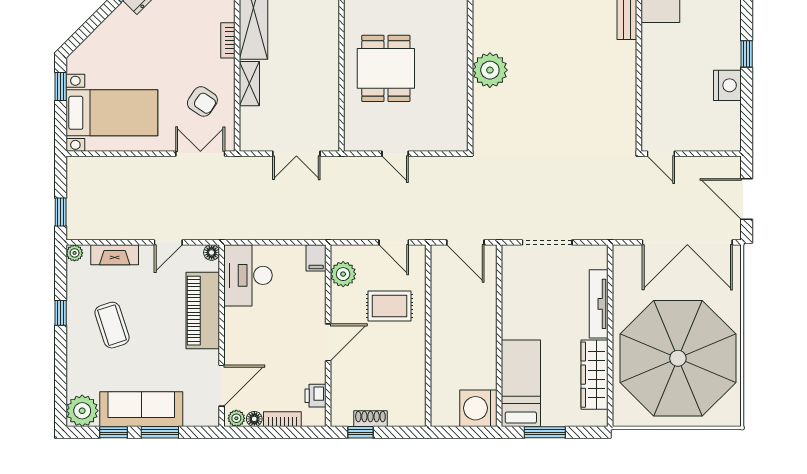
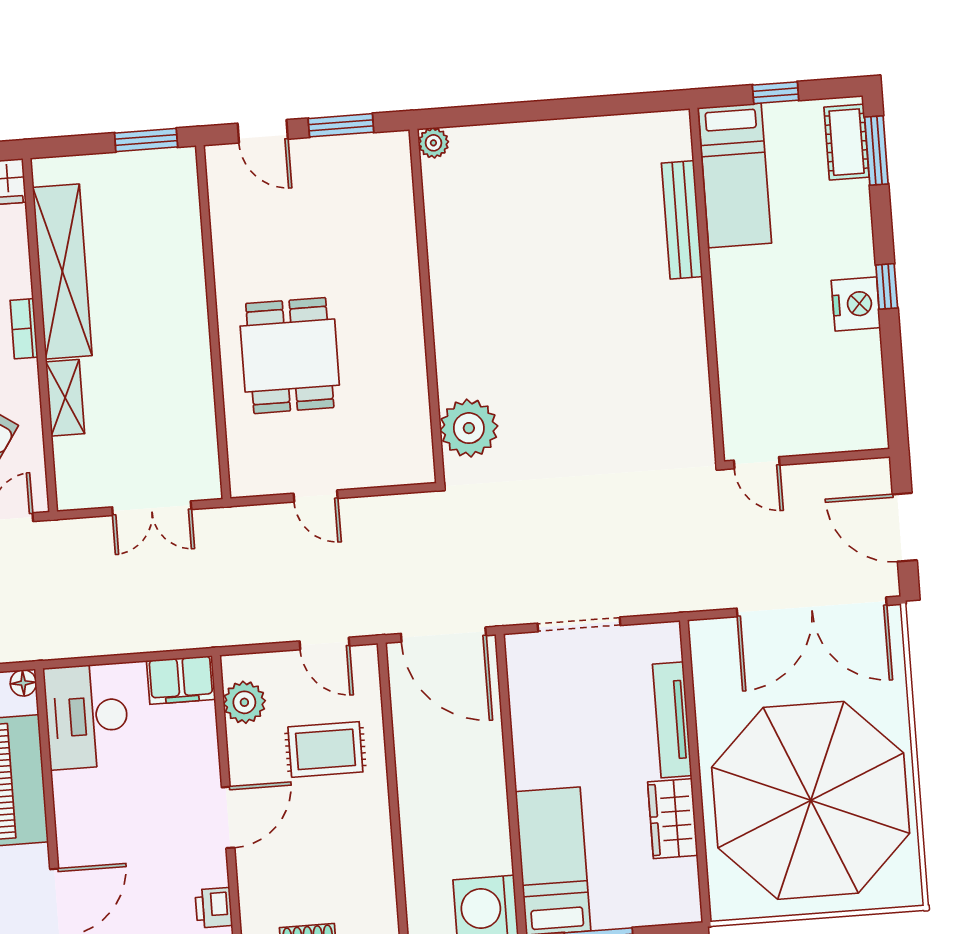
plant: (490, 70) -> (469, 428), moved
nightstand: (727, 85) -> (856, 304), moved
door: (465, 242) -> (443, 635), width x1.36
filing cabinet: (316, 258) -> (181, 680), width x2.00
wardrobe: (594, 375) -> (673, 819), width x0.67

